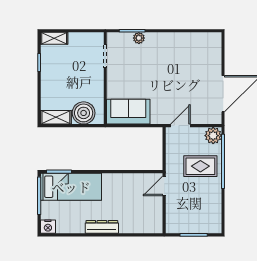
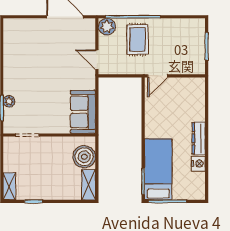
door: (164, 186) -> (157, 76), hinge flipped
nightstand: (48, 227) -> (198, 164), moved

